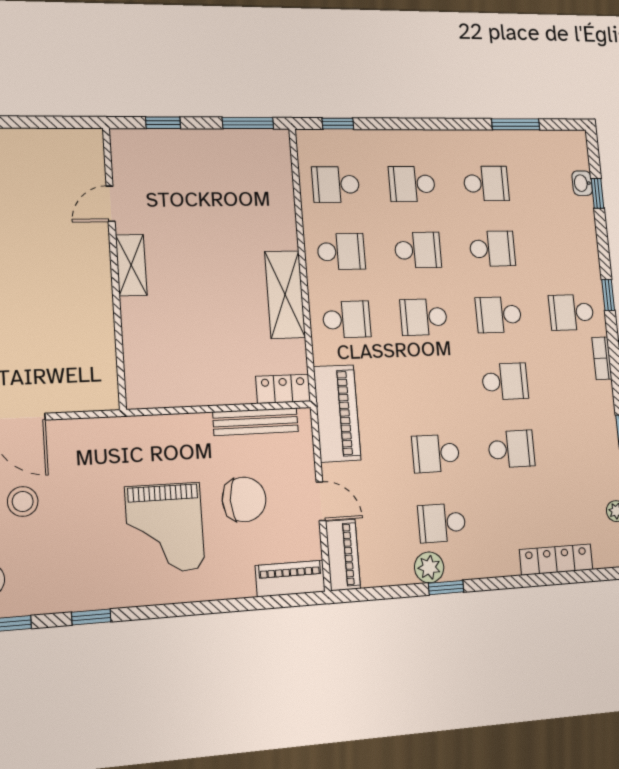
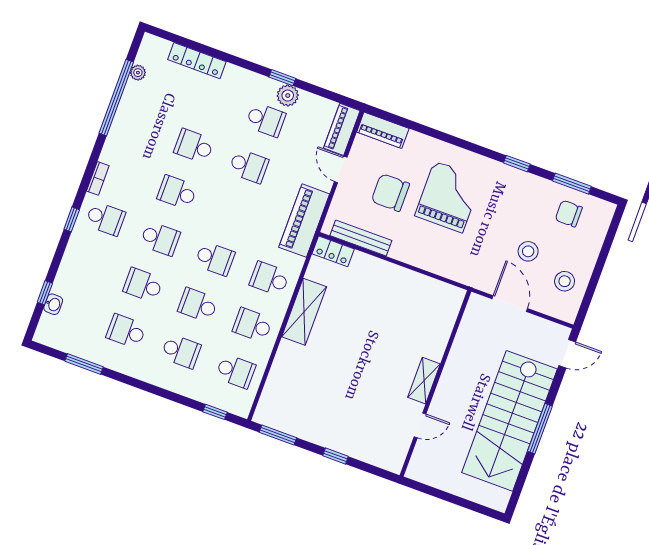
door: (111, 204) -> (420, 425), moved
shelving: (131, 265) -> (424, 381), moved
wall: (114, 267) -> (435, 383), moved

